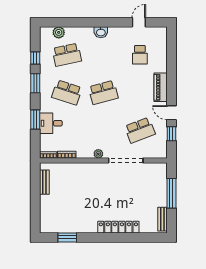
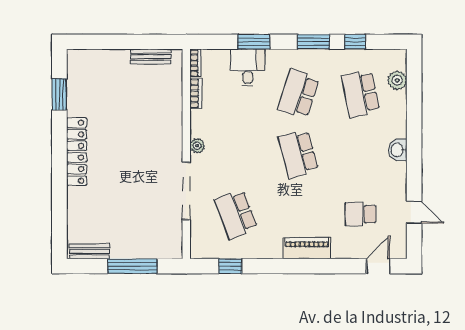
door: (171, 113) -> (378, 266), moved
locker: (118, 227) -> (77, 152), moved

